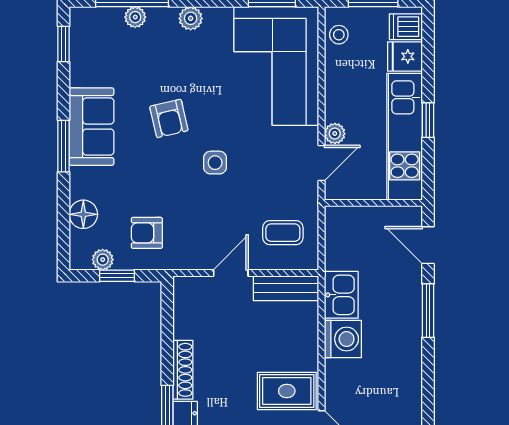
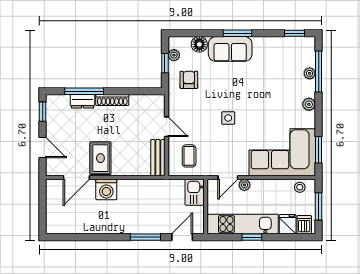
armchair: (169, 118) -> (253, 92), removed
sofa: (92, 127) -> (230, 49), moved
door: (322, 163) -> (228, 178), hinge flipped
kitchen sink: (341, 295) -> (195, 192), moved, turned 90
washing machine: (343, 339) -> (106, 189), moved

